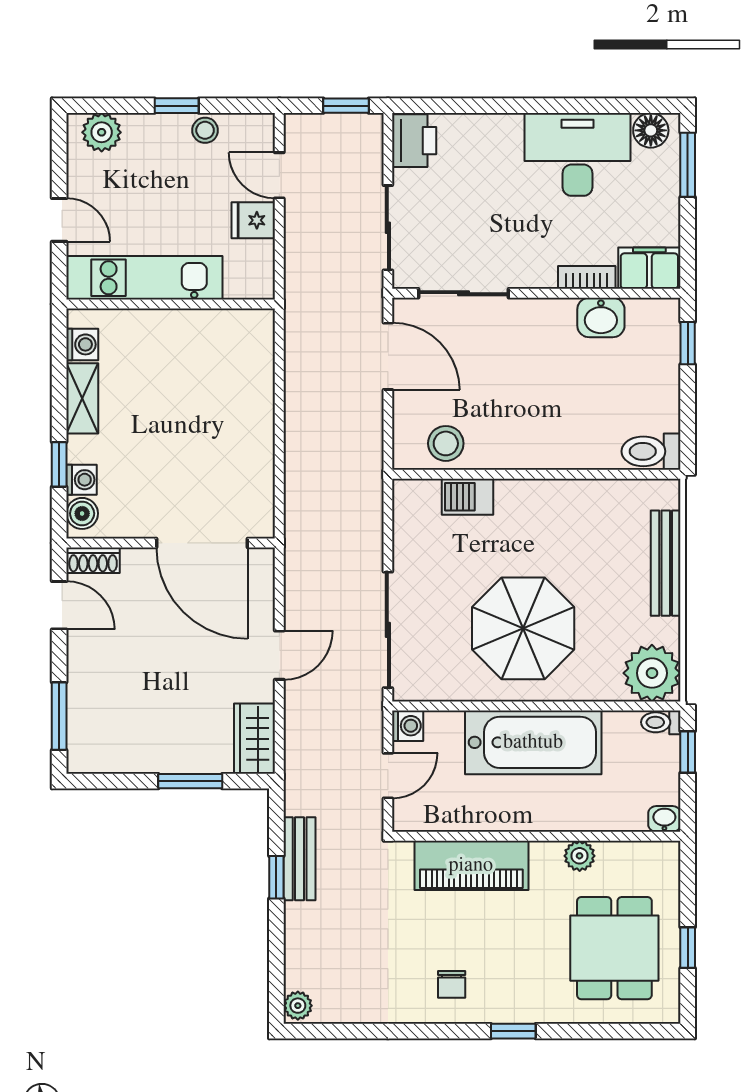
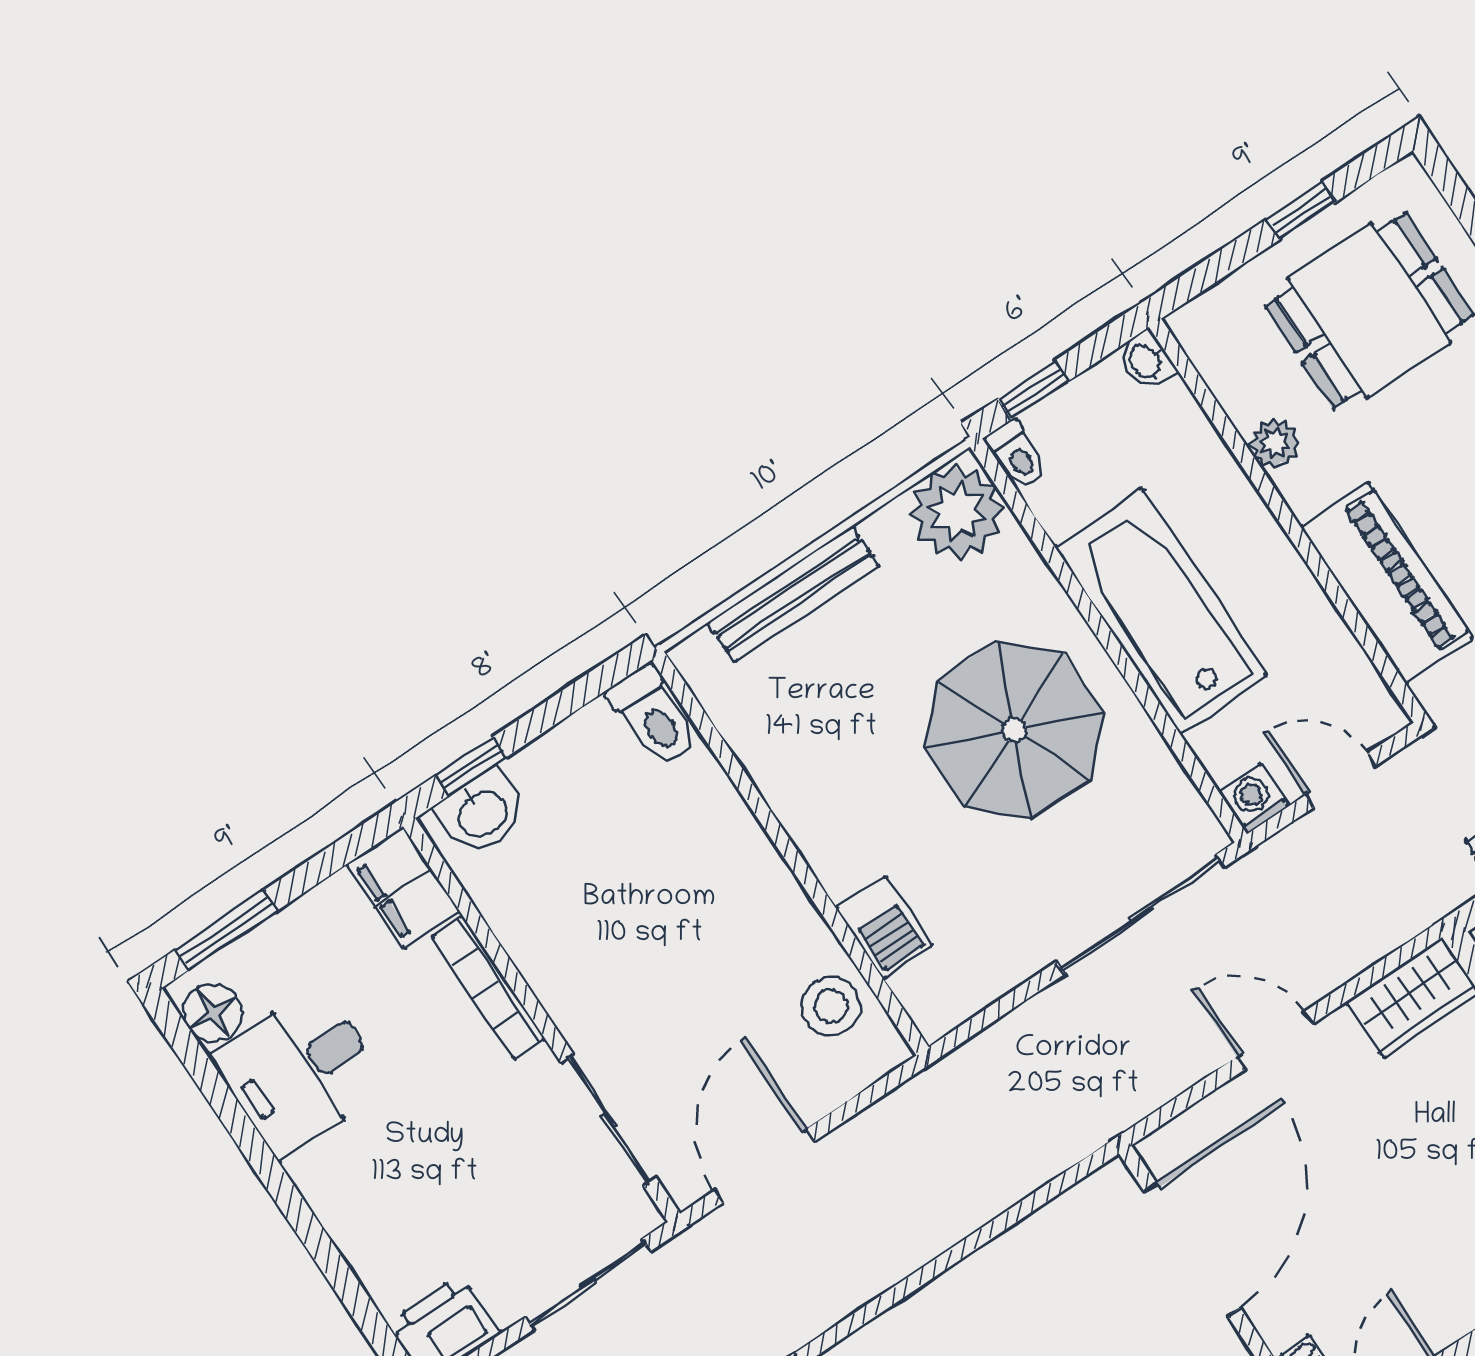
desk: (578, 154) -> (300, 1071), width x0.73
bookcase: (587, 277) -> (488, 987), width x1.56
washbasin: (601, 317) -> (482, 813), moved, turned 90

